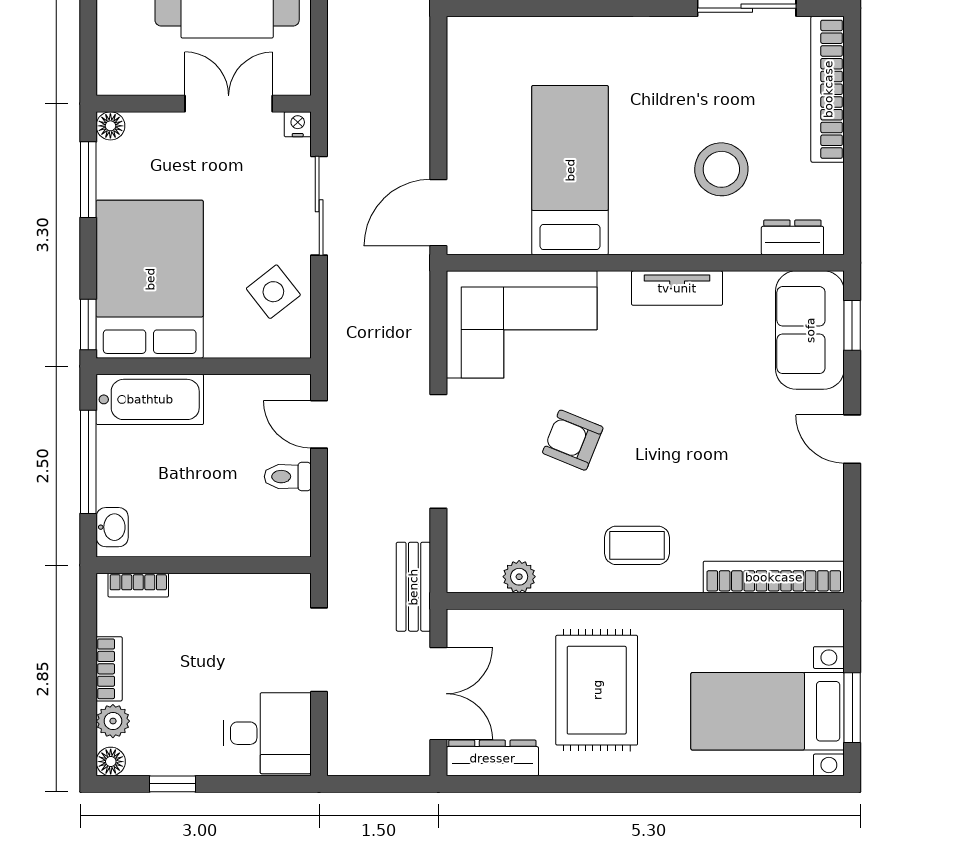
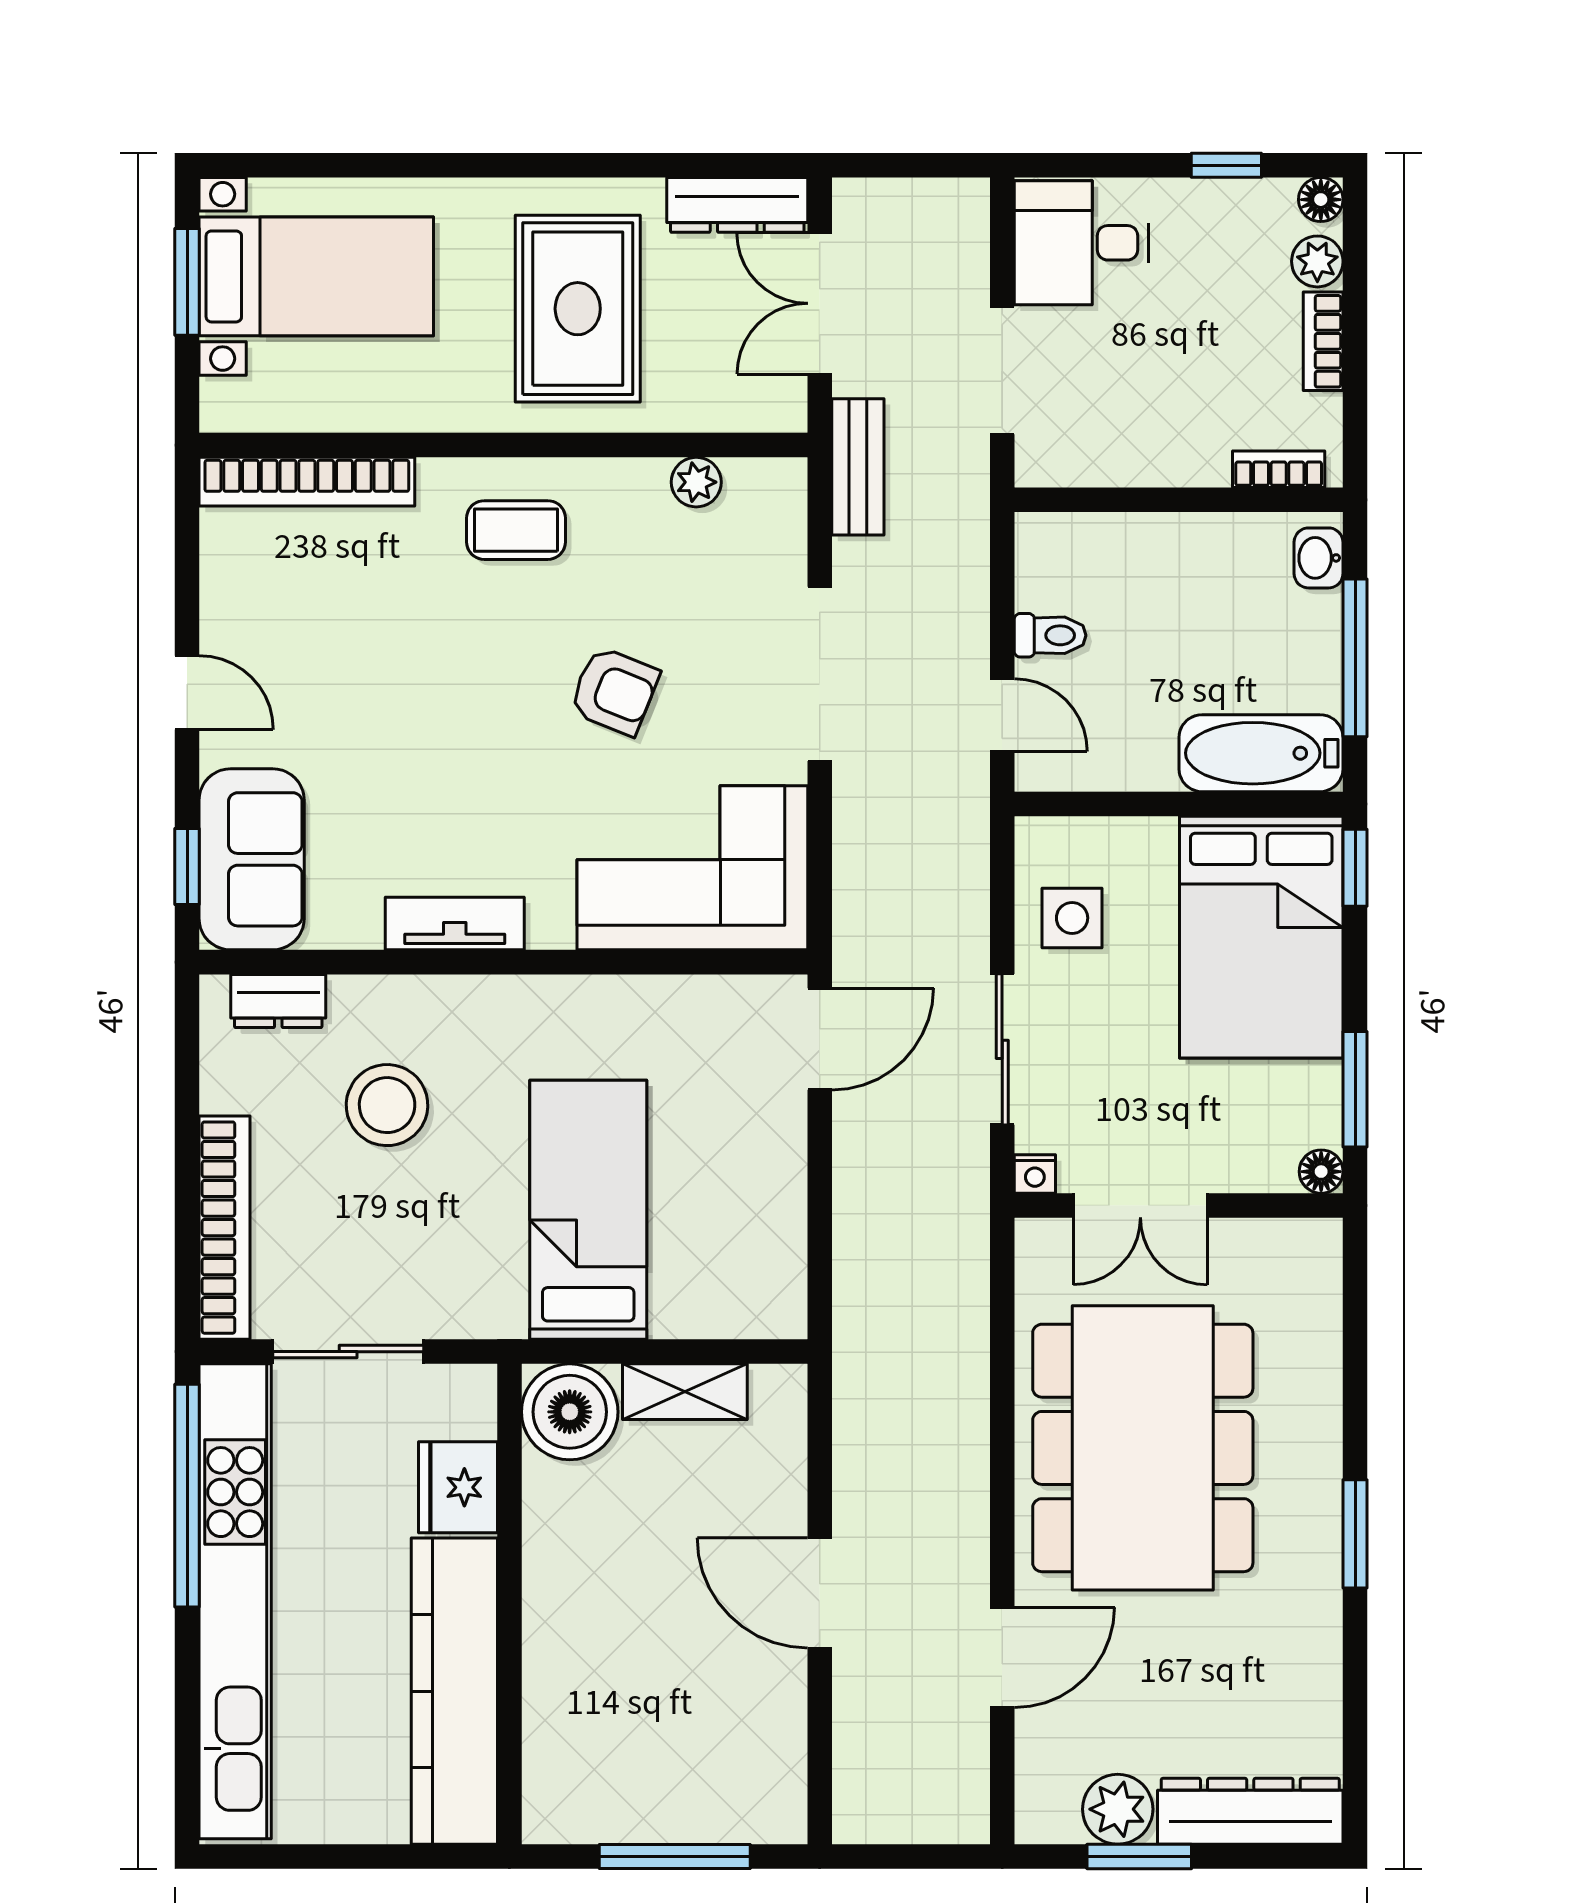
bed: (570, 170) -> (588, 1210), moved, turned 180
side table: (273, 292) -> (1072, 918), turned 38

